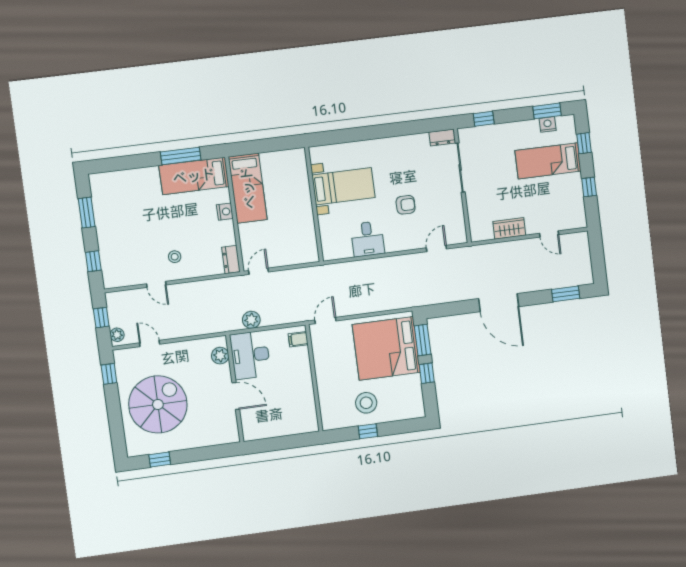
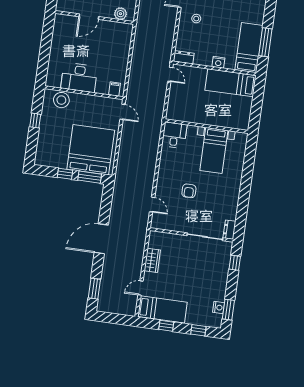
bed: (548, 161) -> (162, 309), moved, turned 90
desk: (368, 239) -> (174, 135), moved, turned 90
plant: (251, 320) -> (137, 60), removed
desk: (250, 355) -> (79, 77), moved, turned 180
plant: (220, 356) -> (120, 14), moved
wall: (235, 389) -> (94, 17), moved
door: (236, 396) -> (89, 17), moved
stool: (366, 403) -> (61, 100), moved

